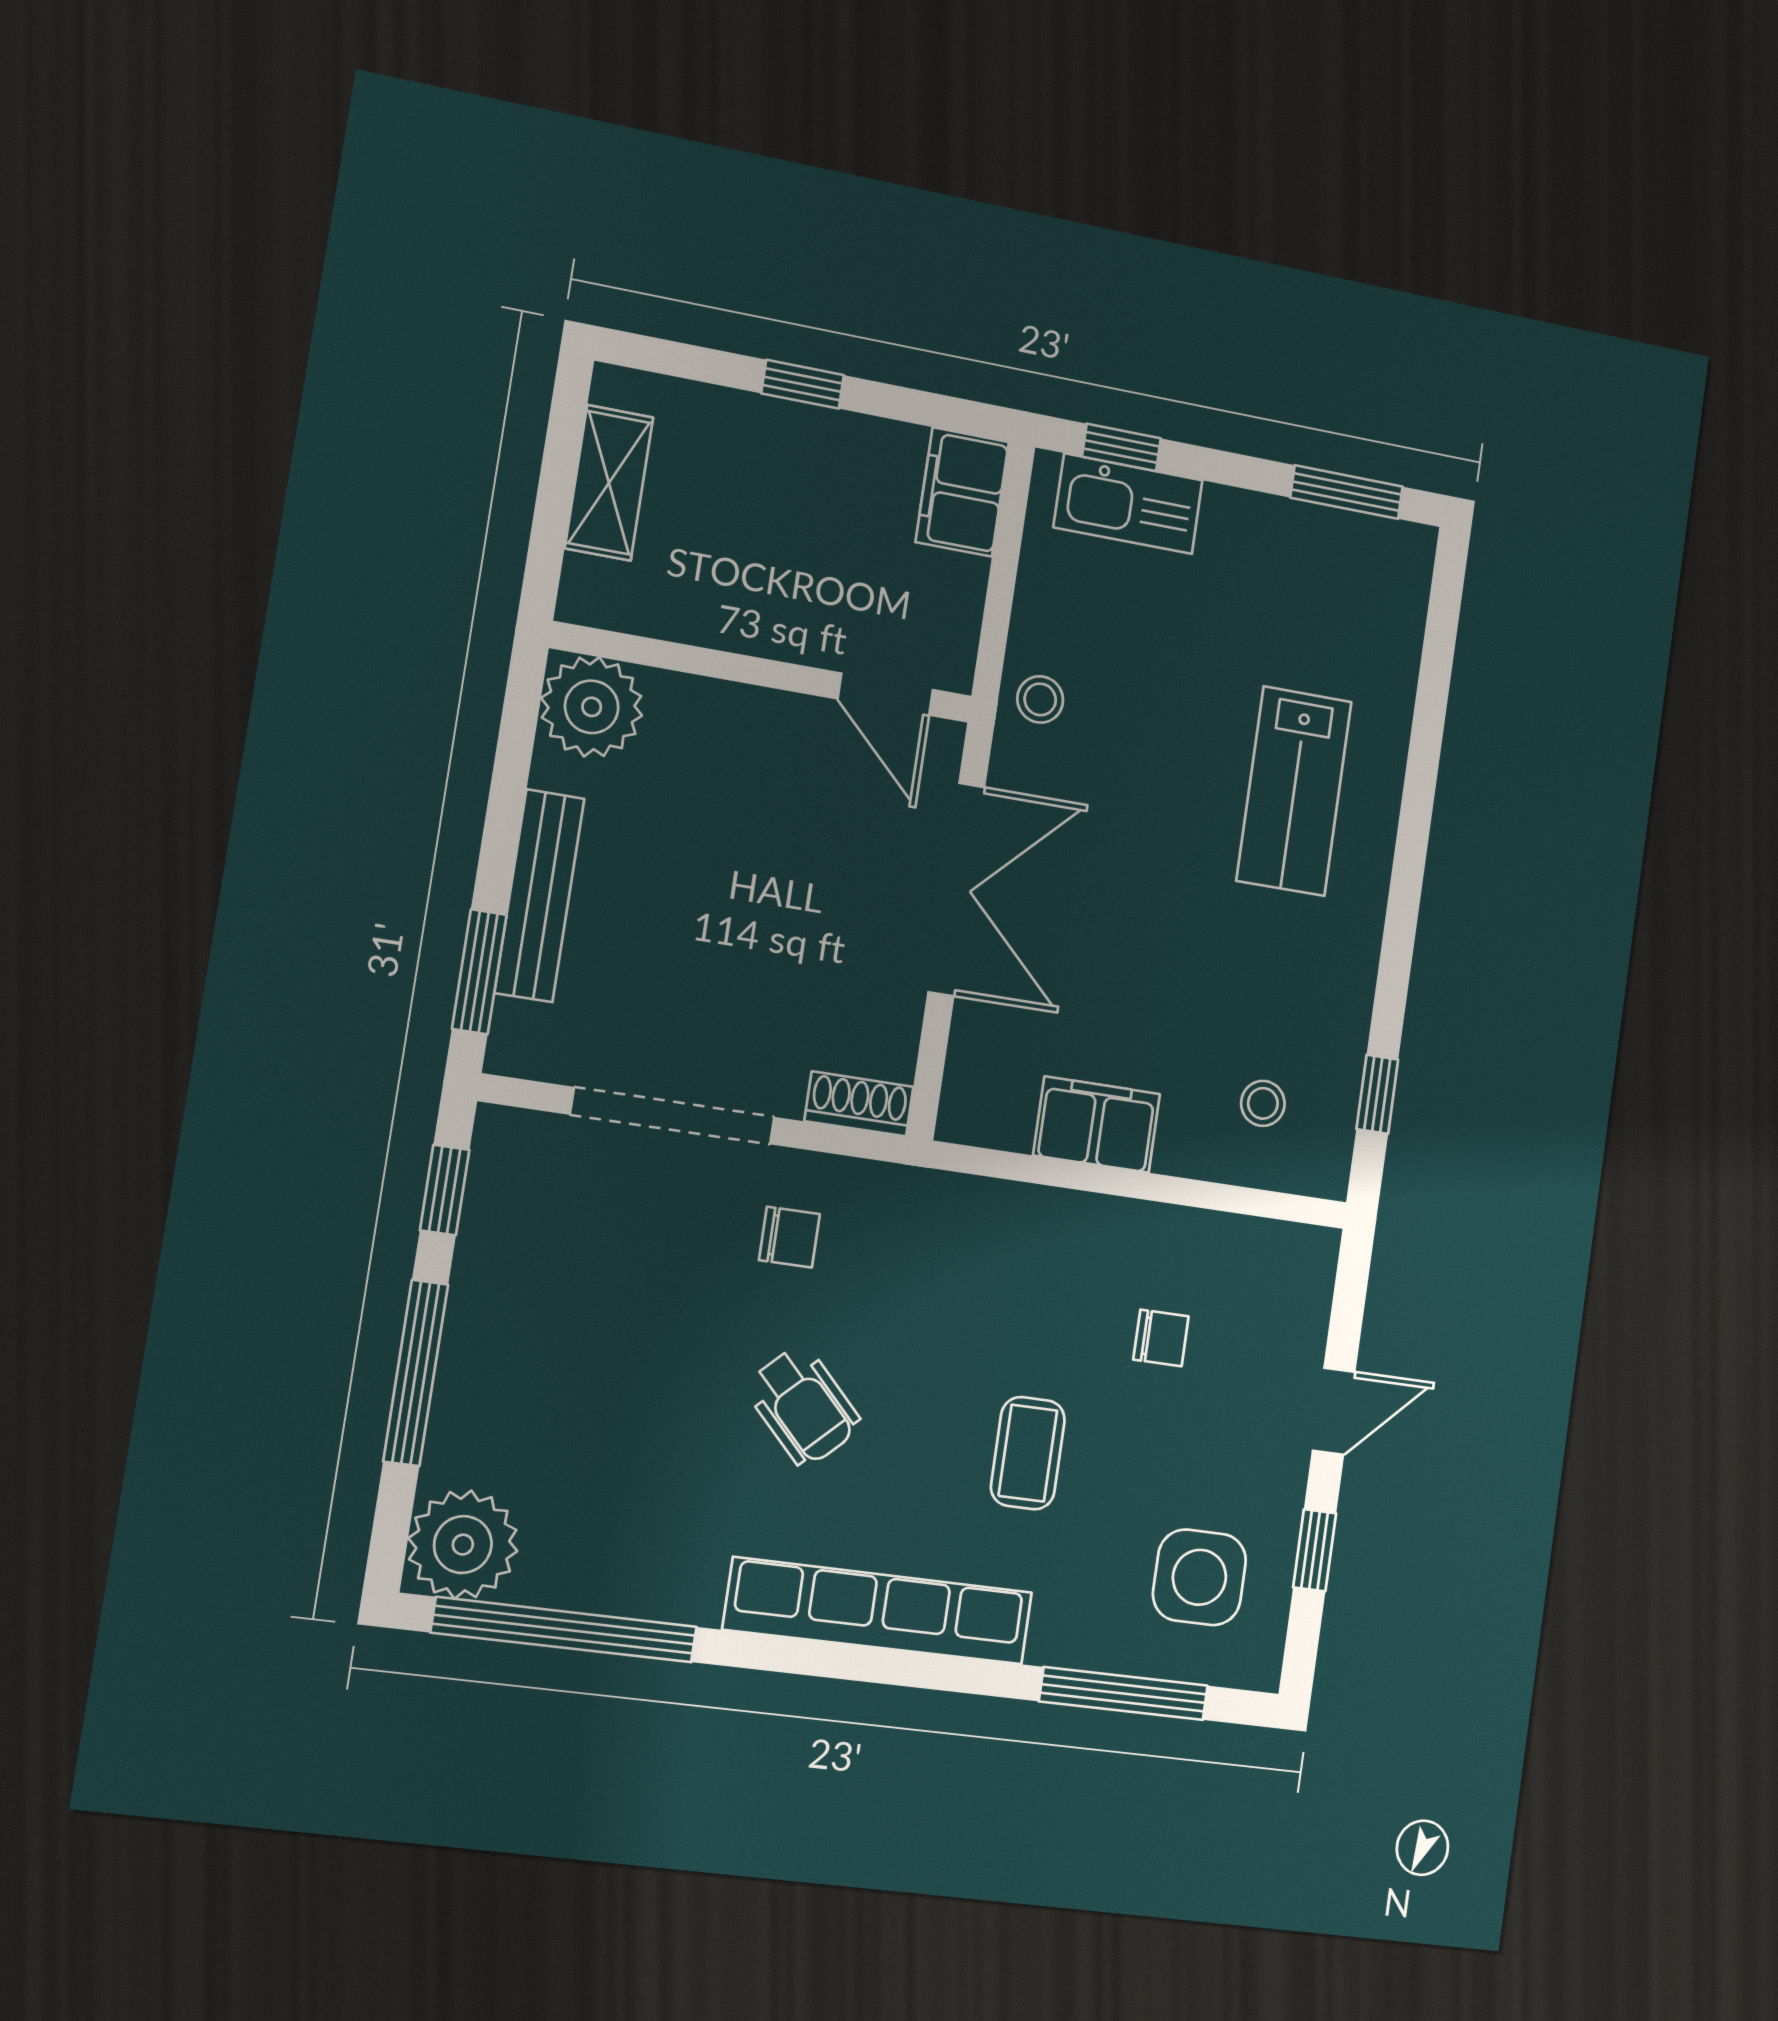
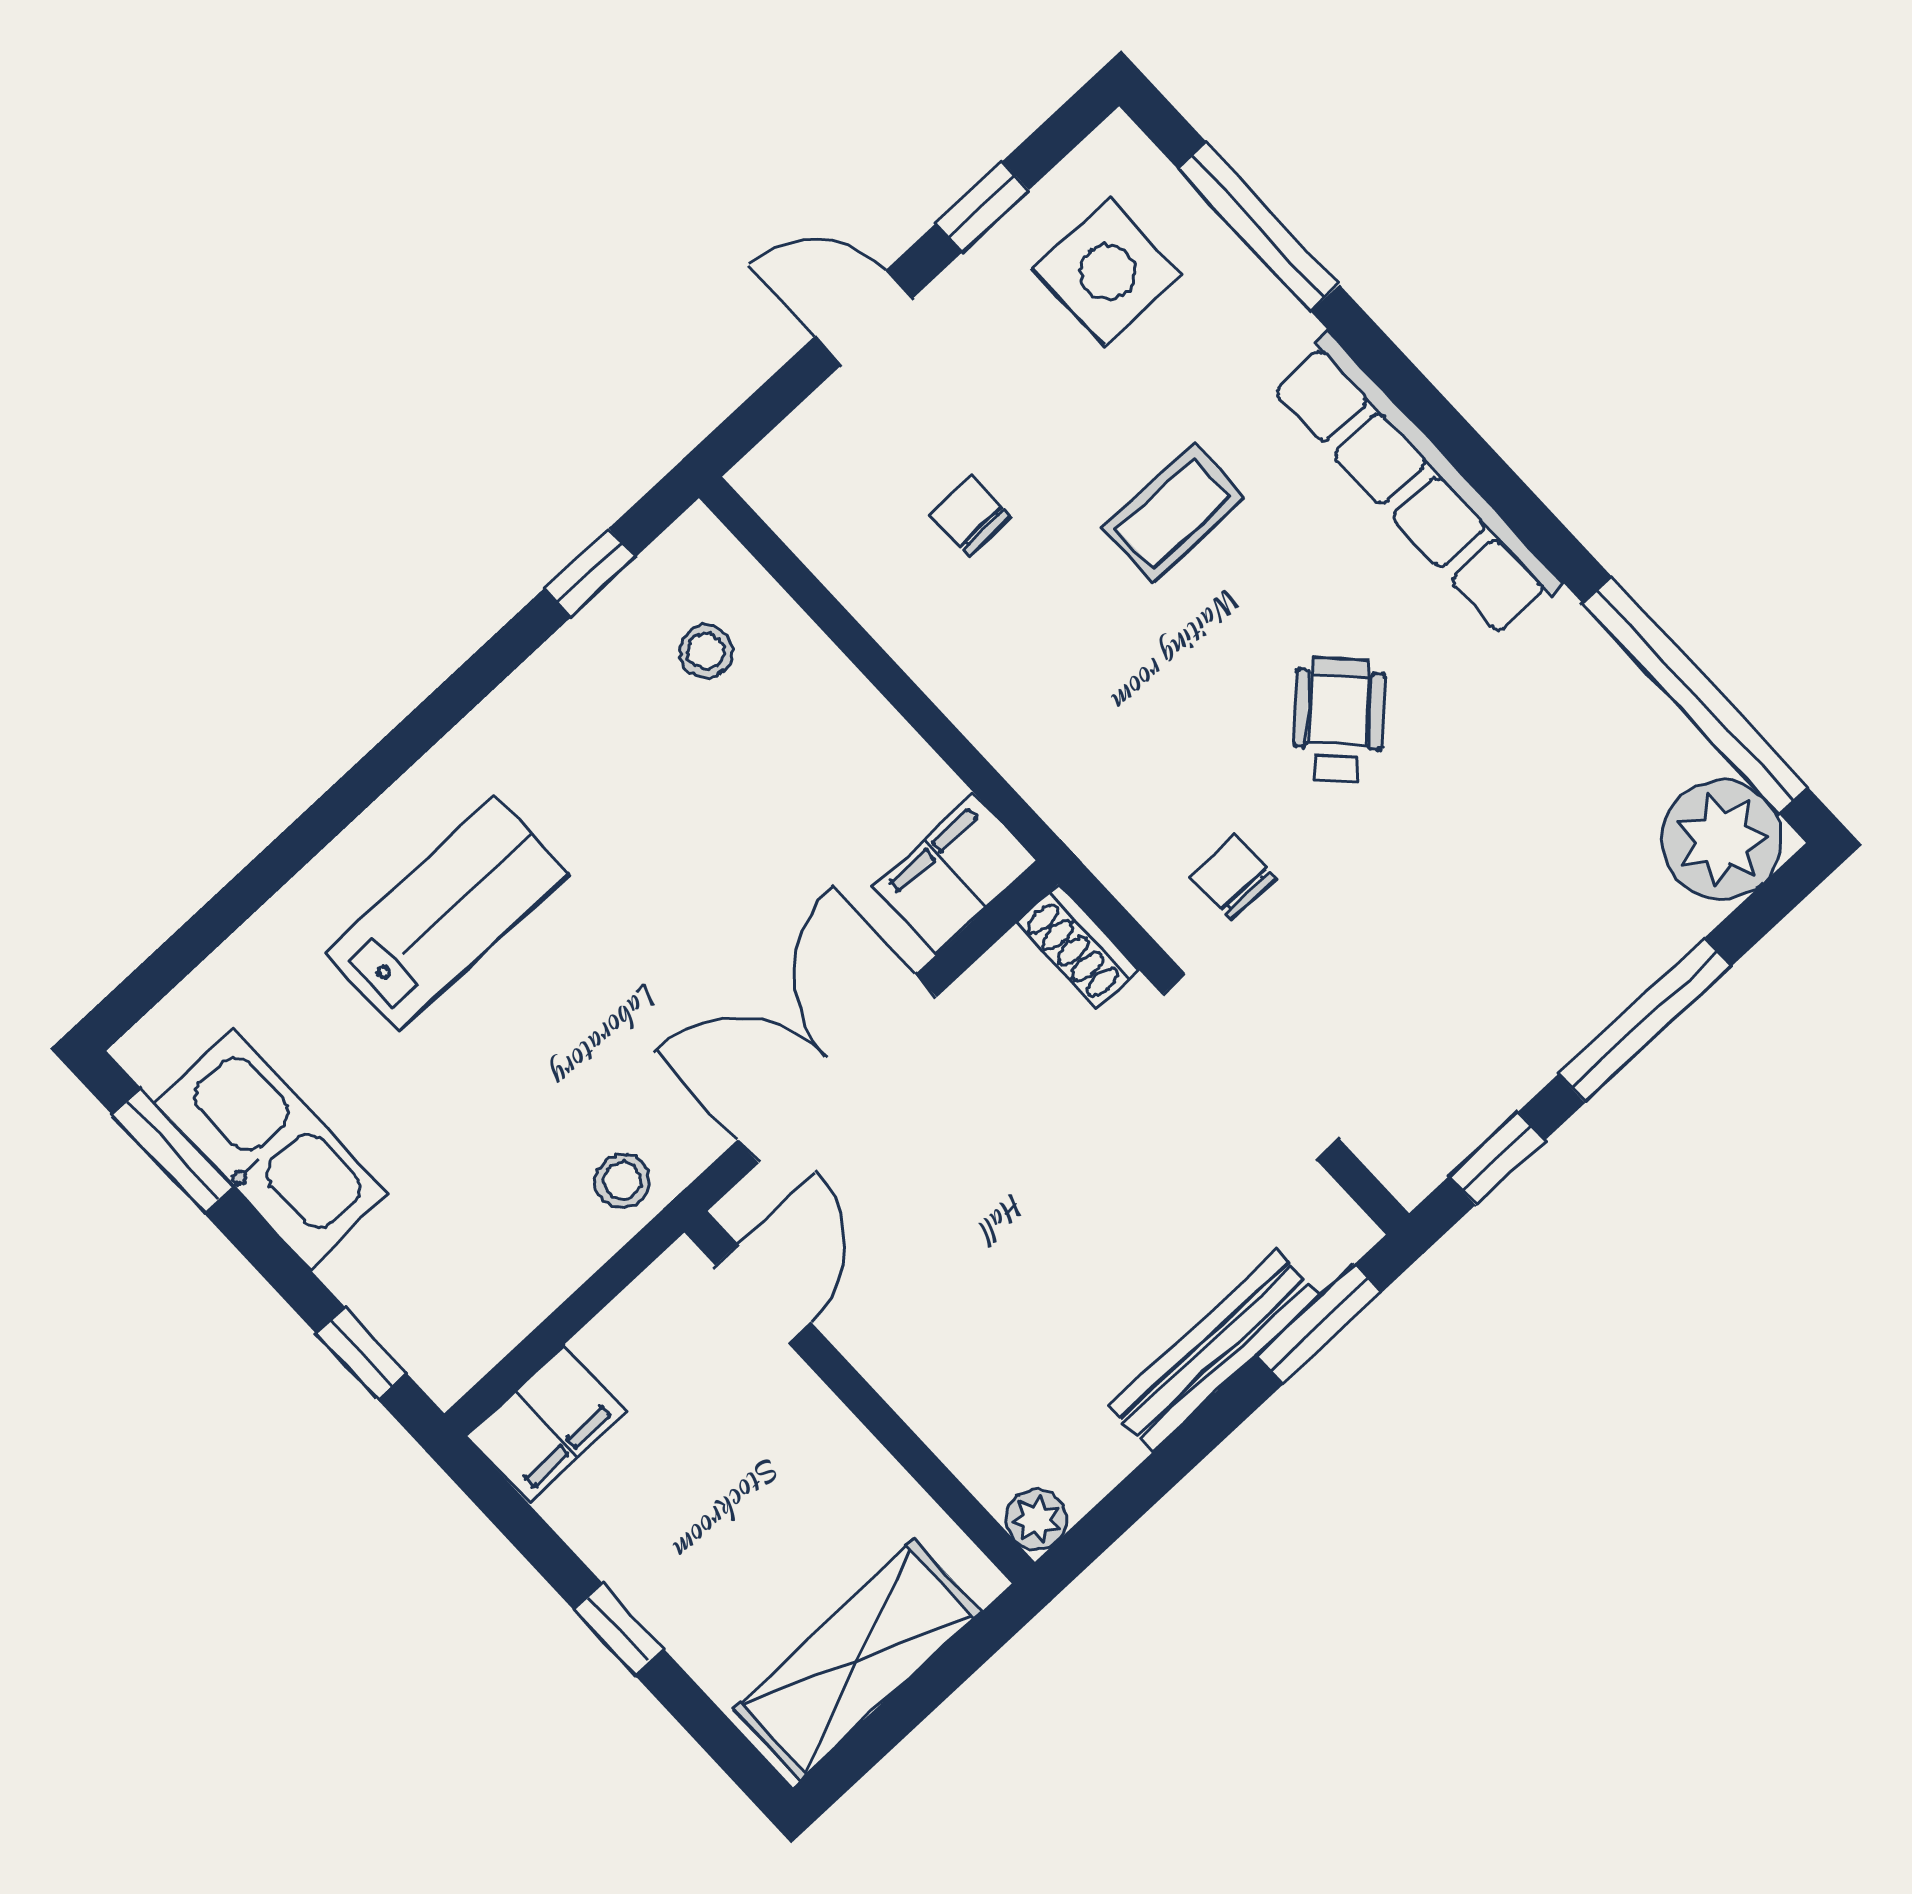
shelving: (609, 483) -> (857, 1660), width x1.50, depth x1.33
kitchen sink: (1128, 504) -> (271, 1148), moved, width x1.36, depth x1.24
plant: (592, 707) -> (1036, 1519), width x0.53, depth x0.53
filing cabinet: (1097, 1125) -> (955, 874), moved, turned 90

